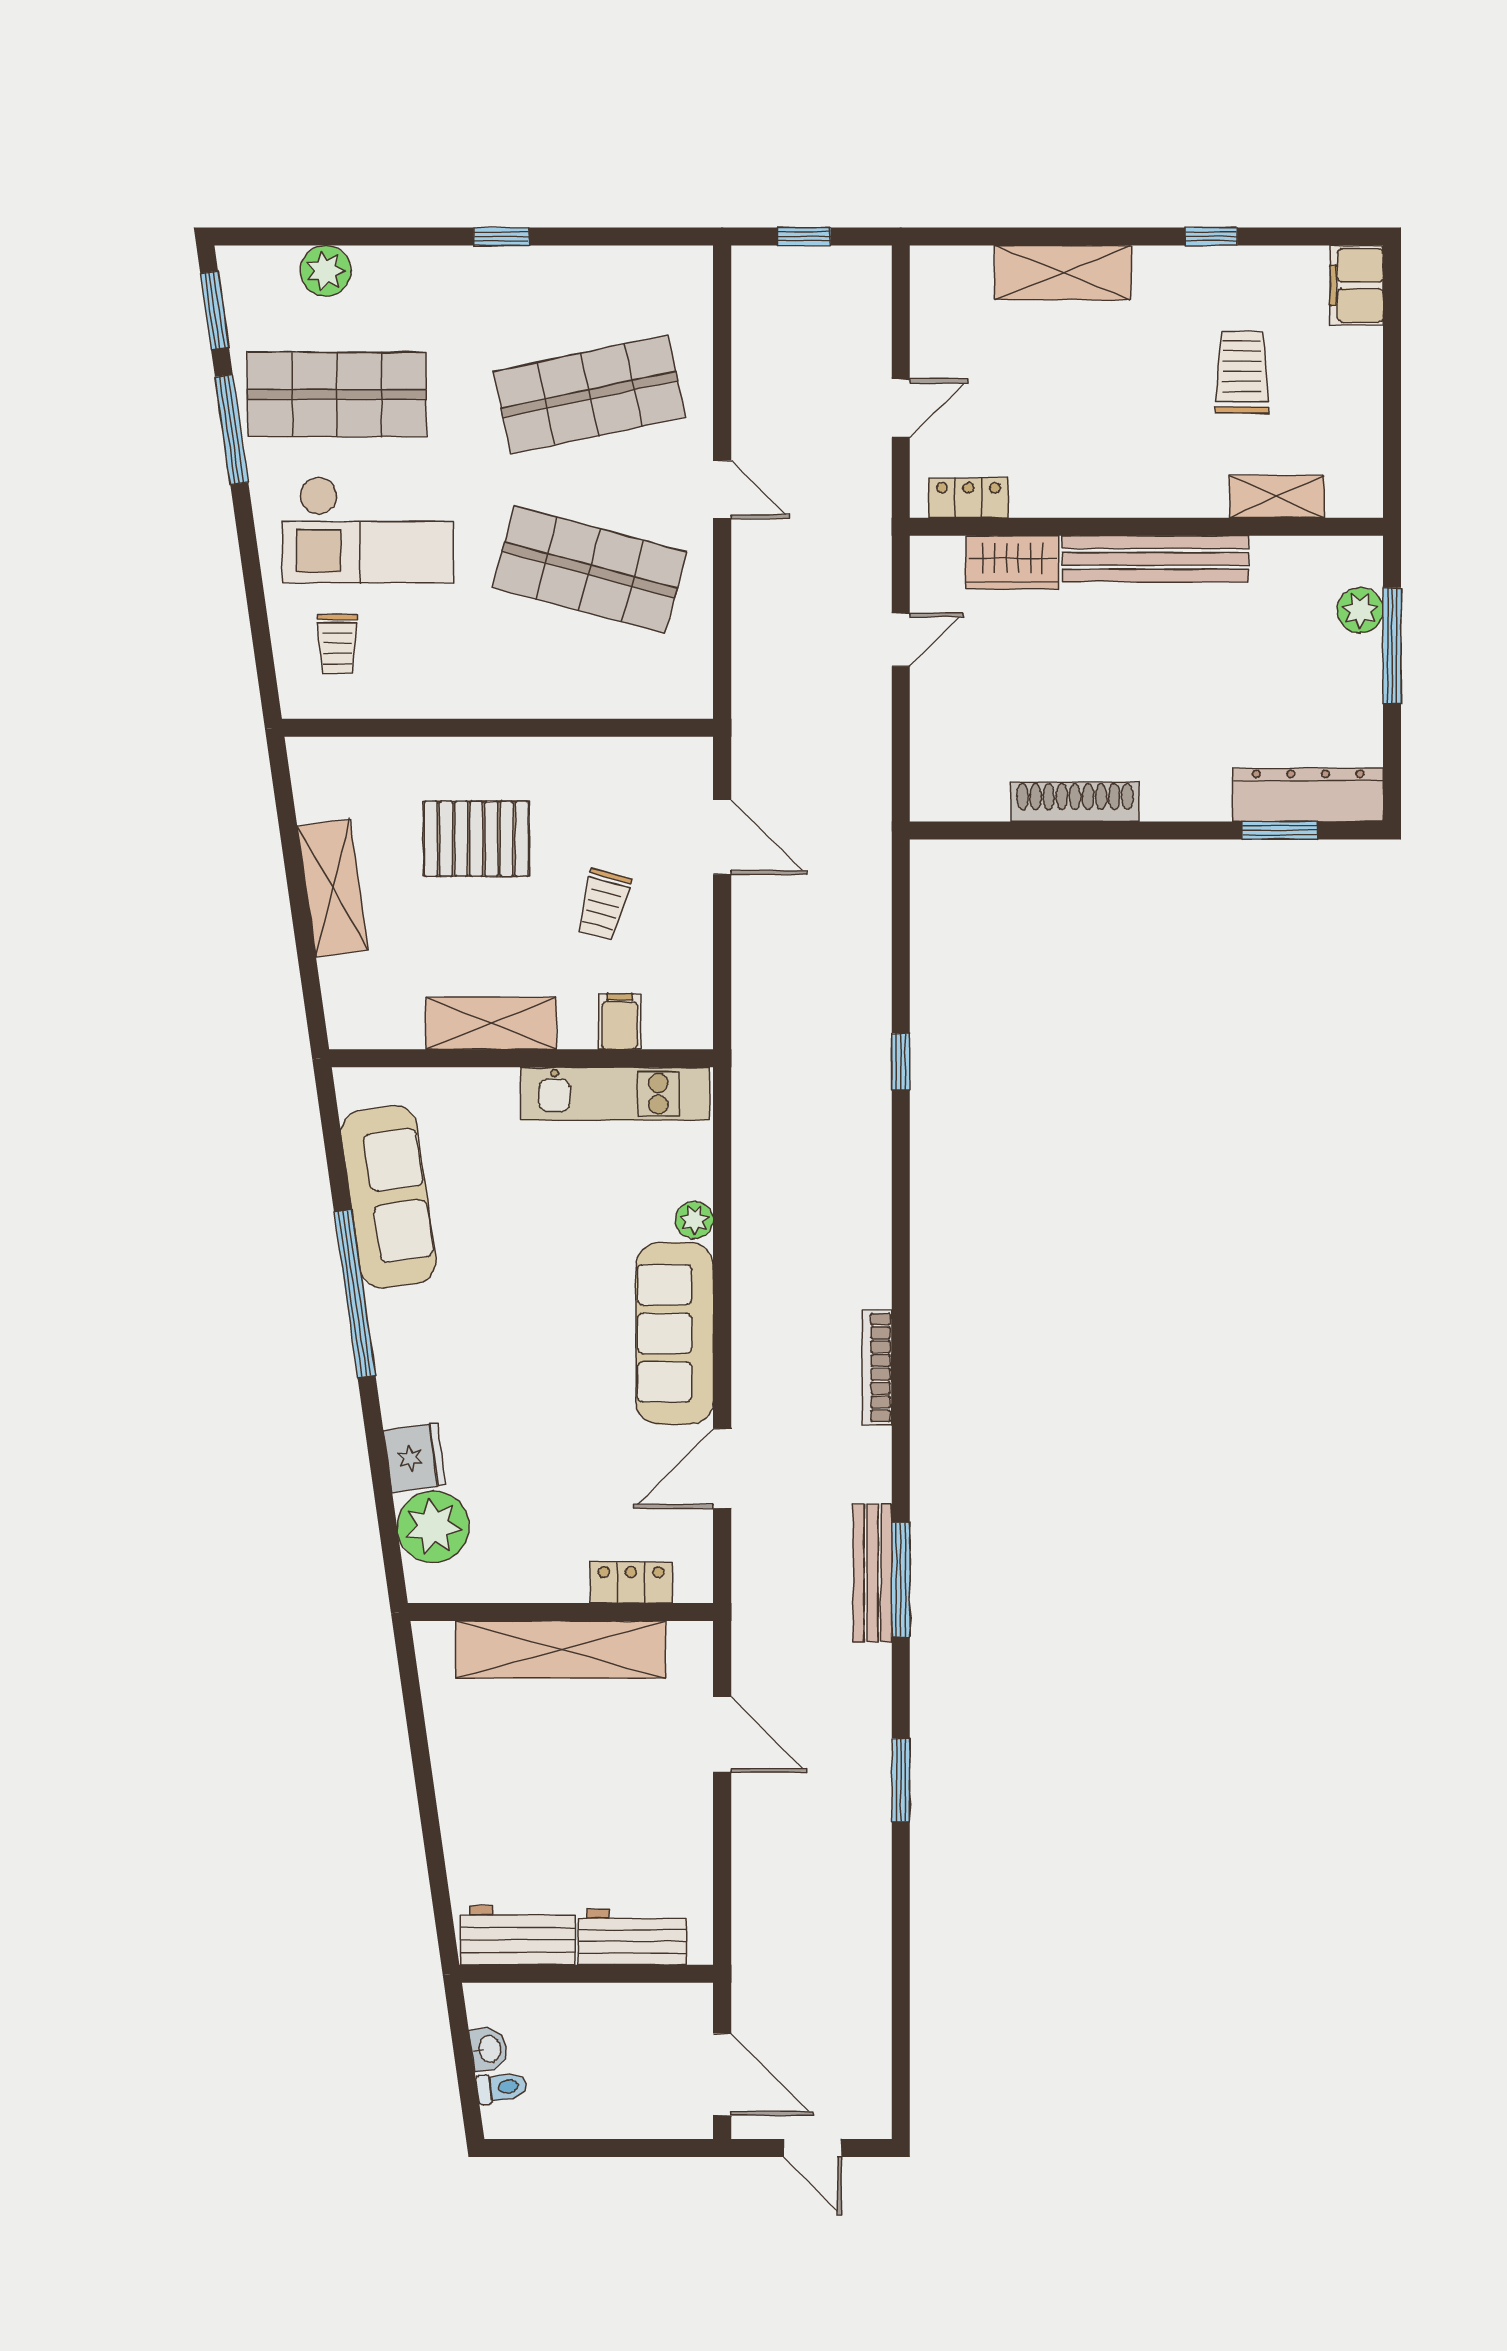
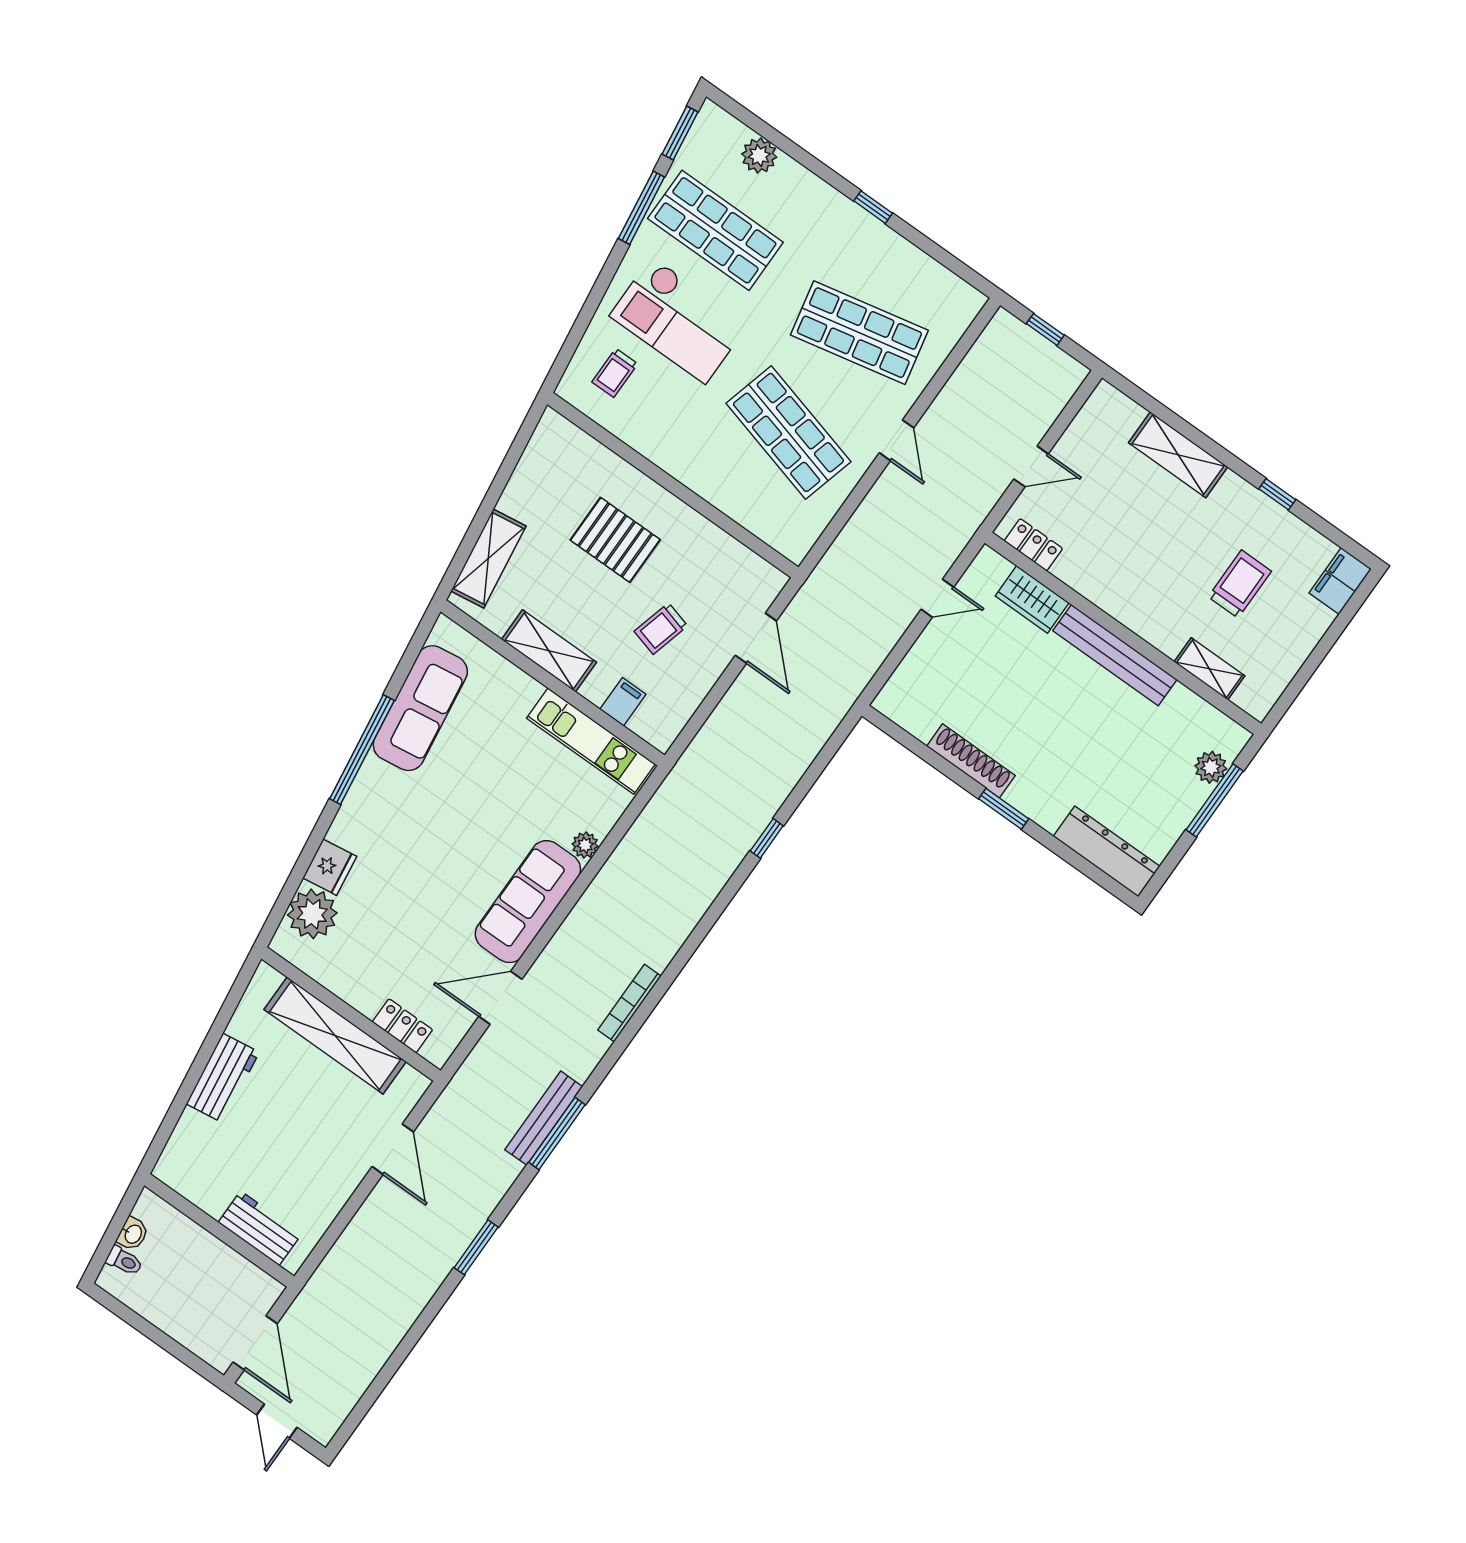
window: (1280, 830) -> (1004, 809), moved
shelving: (333, 888) -> (488, 558), moved
workbench: (518, 1935) -> (223, 1078), moved, turned 82

